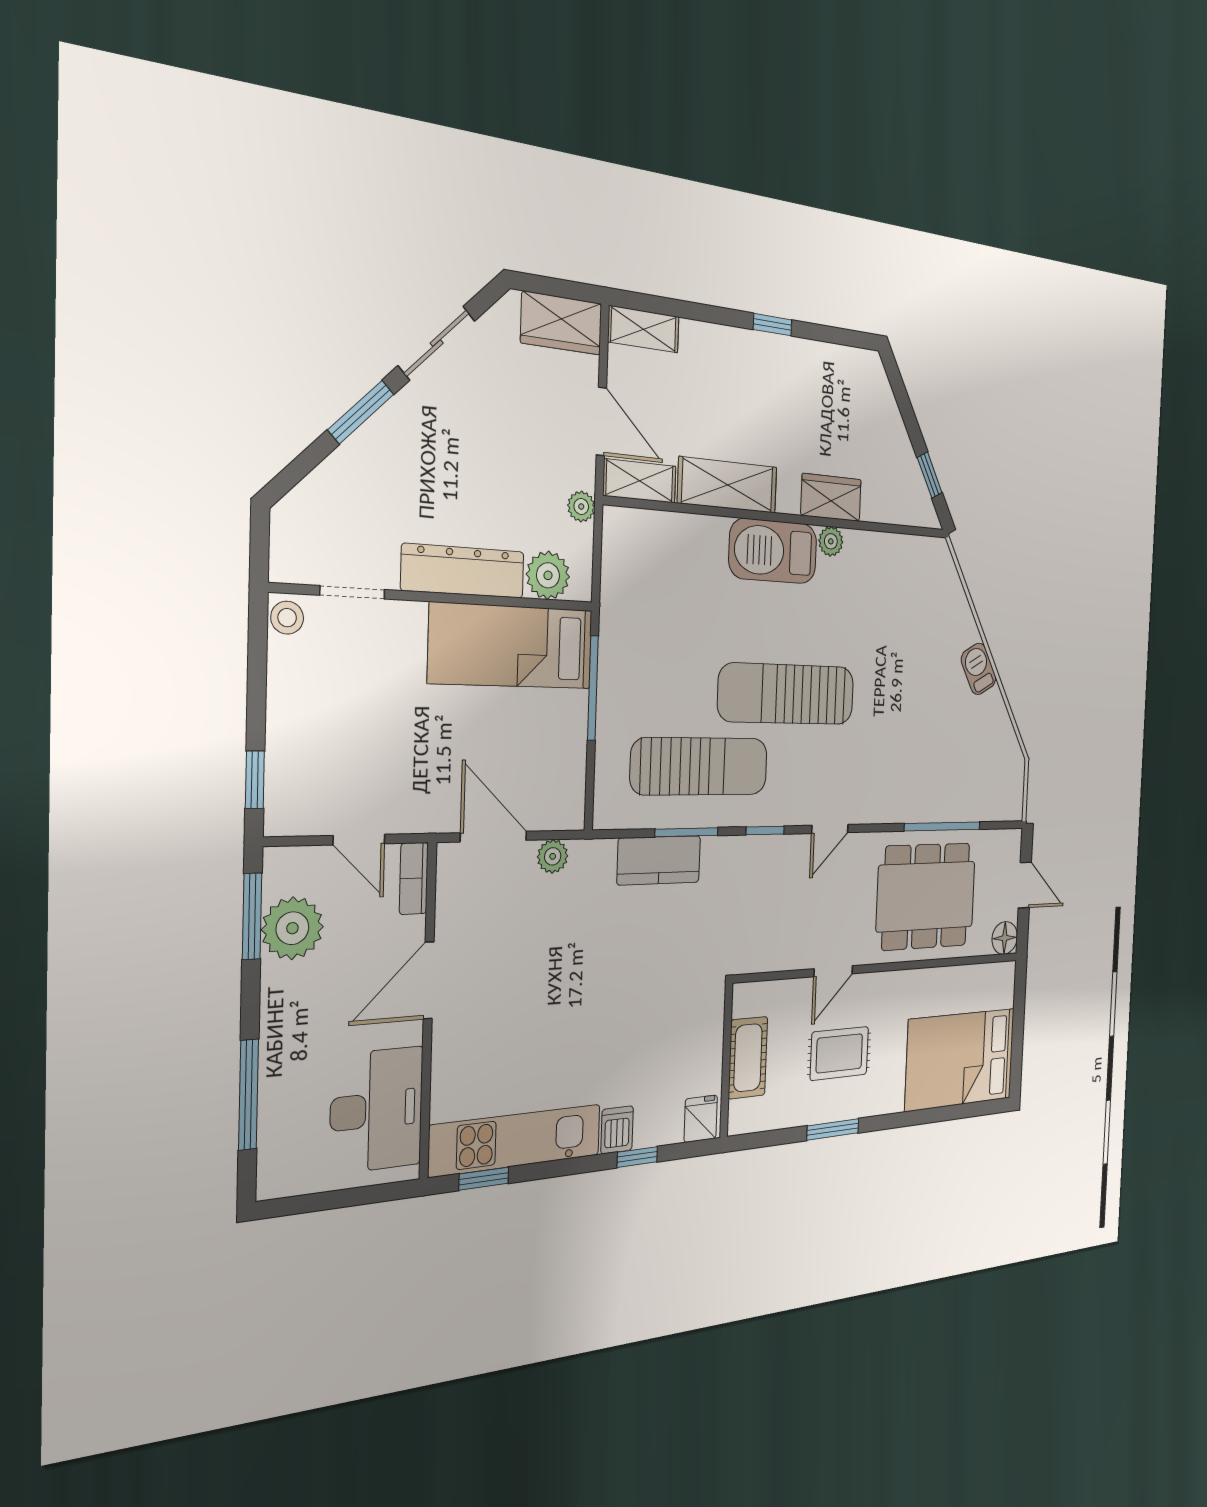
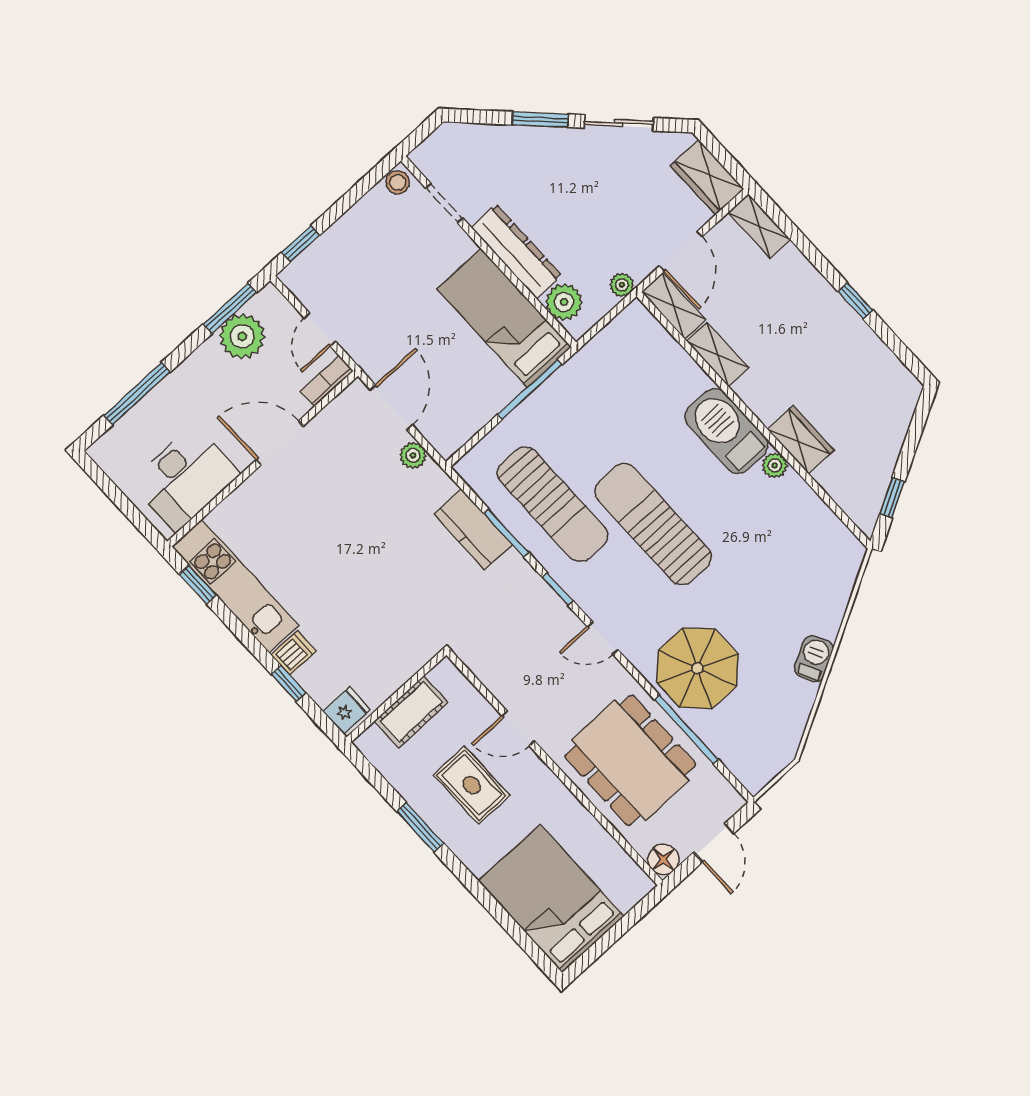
shelving: (728, 485) -> (718, 355), width x0.67, depth x0.75
parasol: (912, 771) -> (697, 668), added

